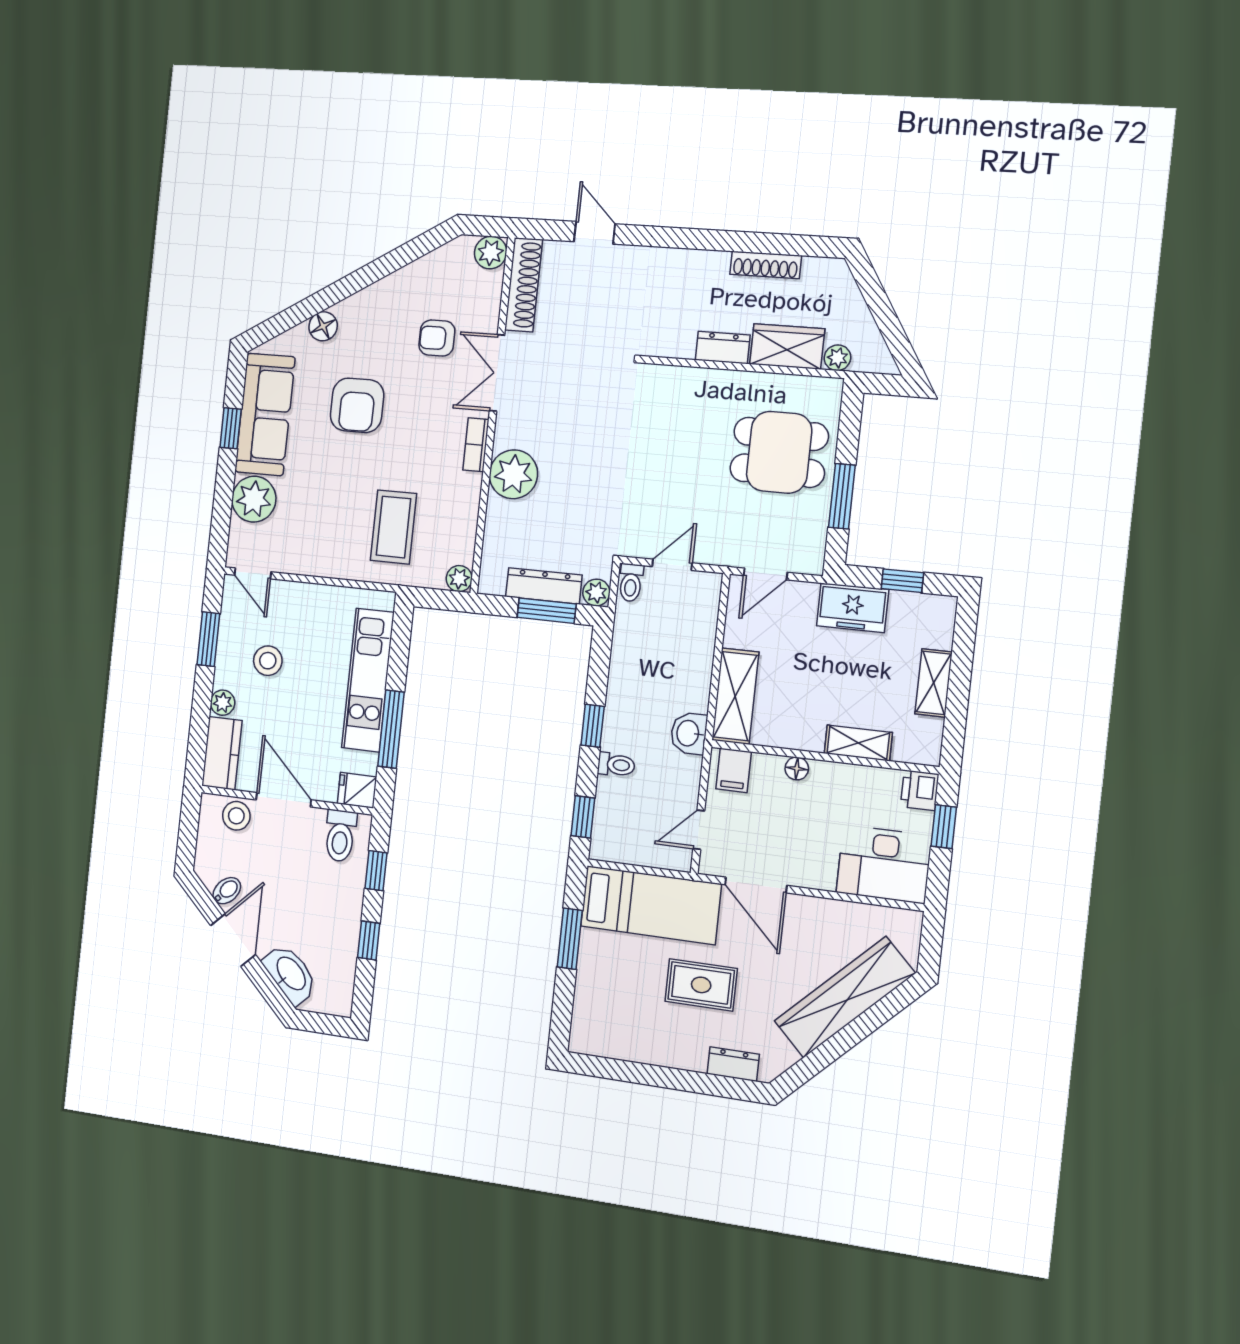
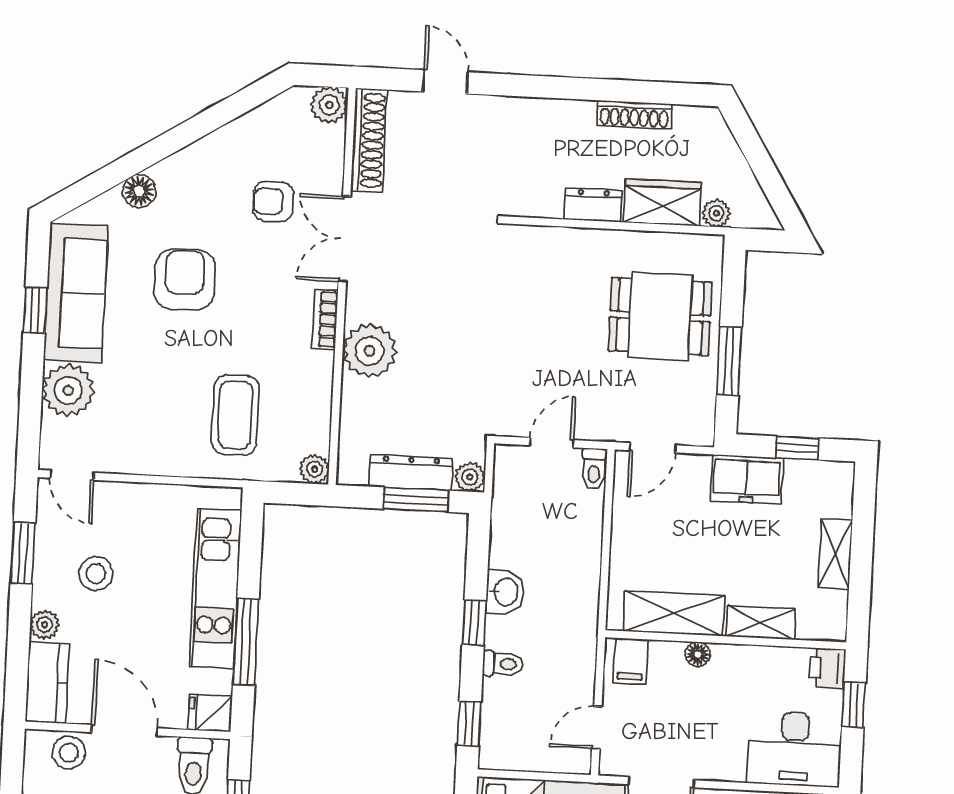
armchair: (357, 405) -> (185, 280), turned 180
toilet: (631, 583) -> (594, 469), moved
shelving: (735, 696) -> (674, 613), moved, turned 90
washbasin: (689, 733) -> (505, 592), moved, turned 180

